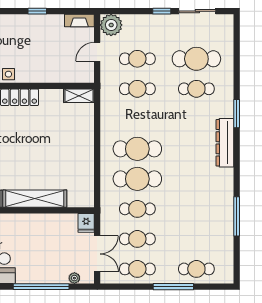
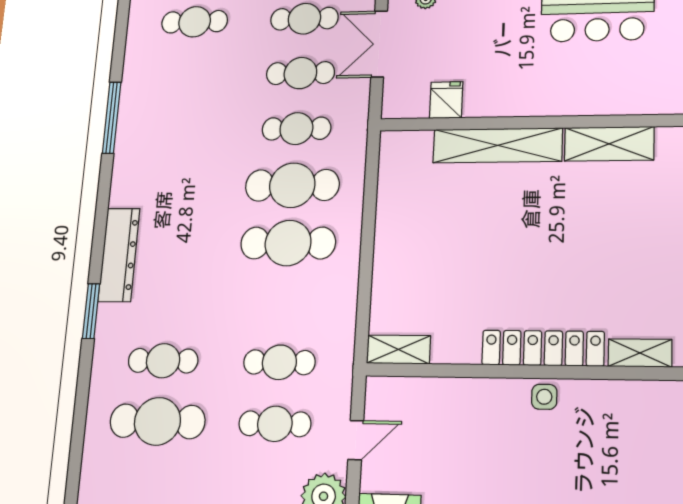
fridge: (86, 223) -> (446, 100), moved

